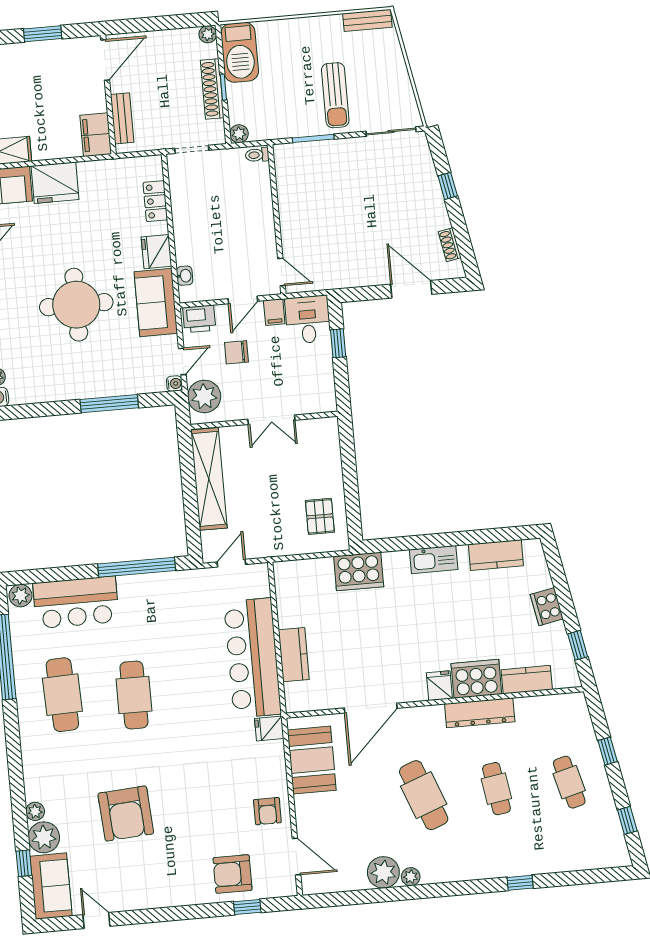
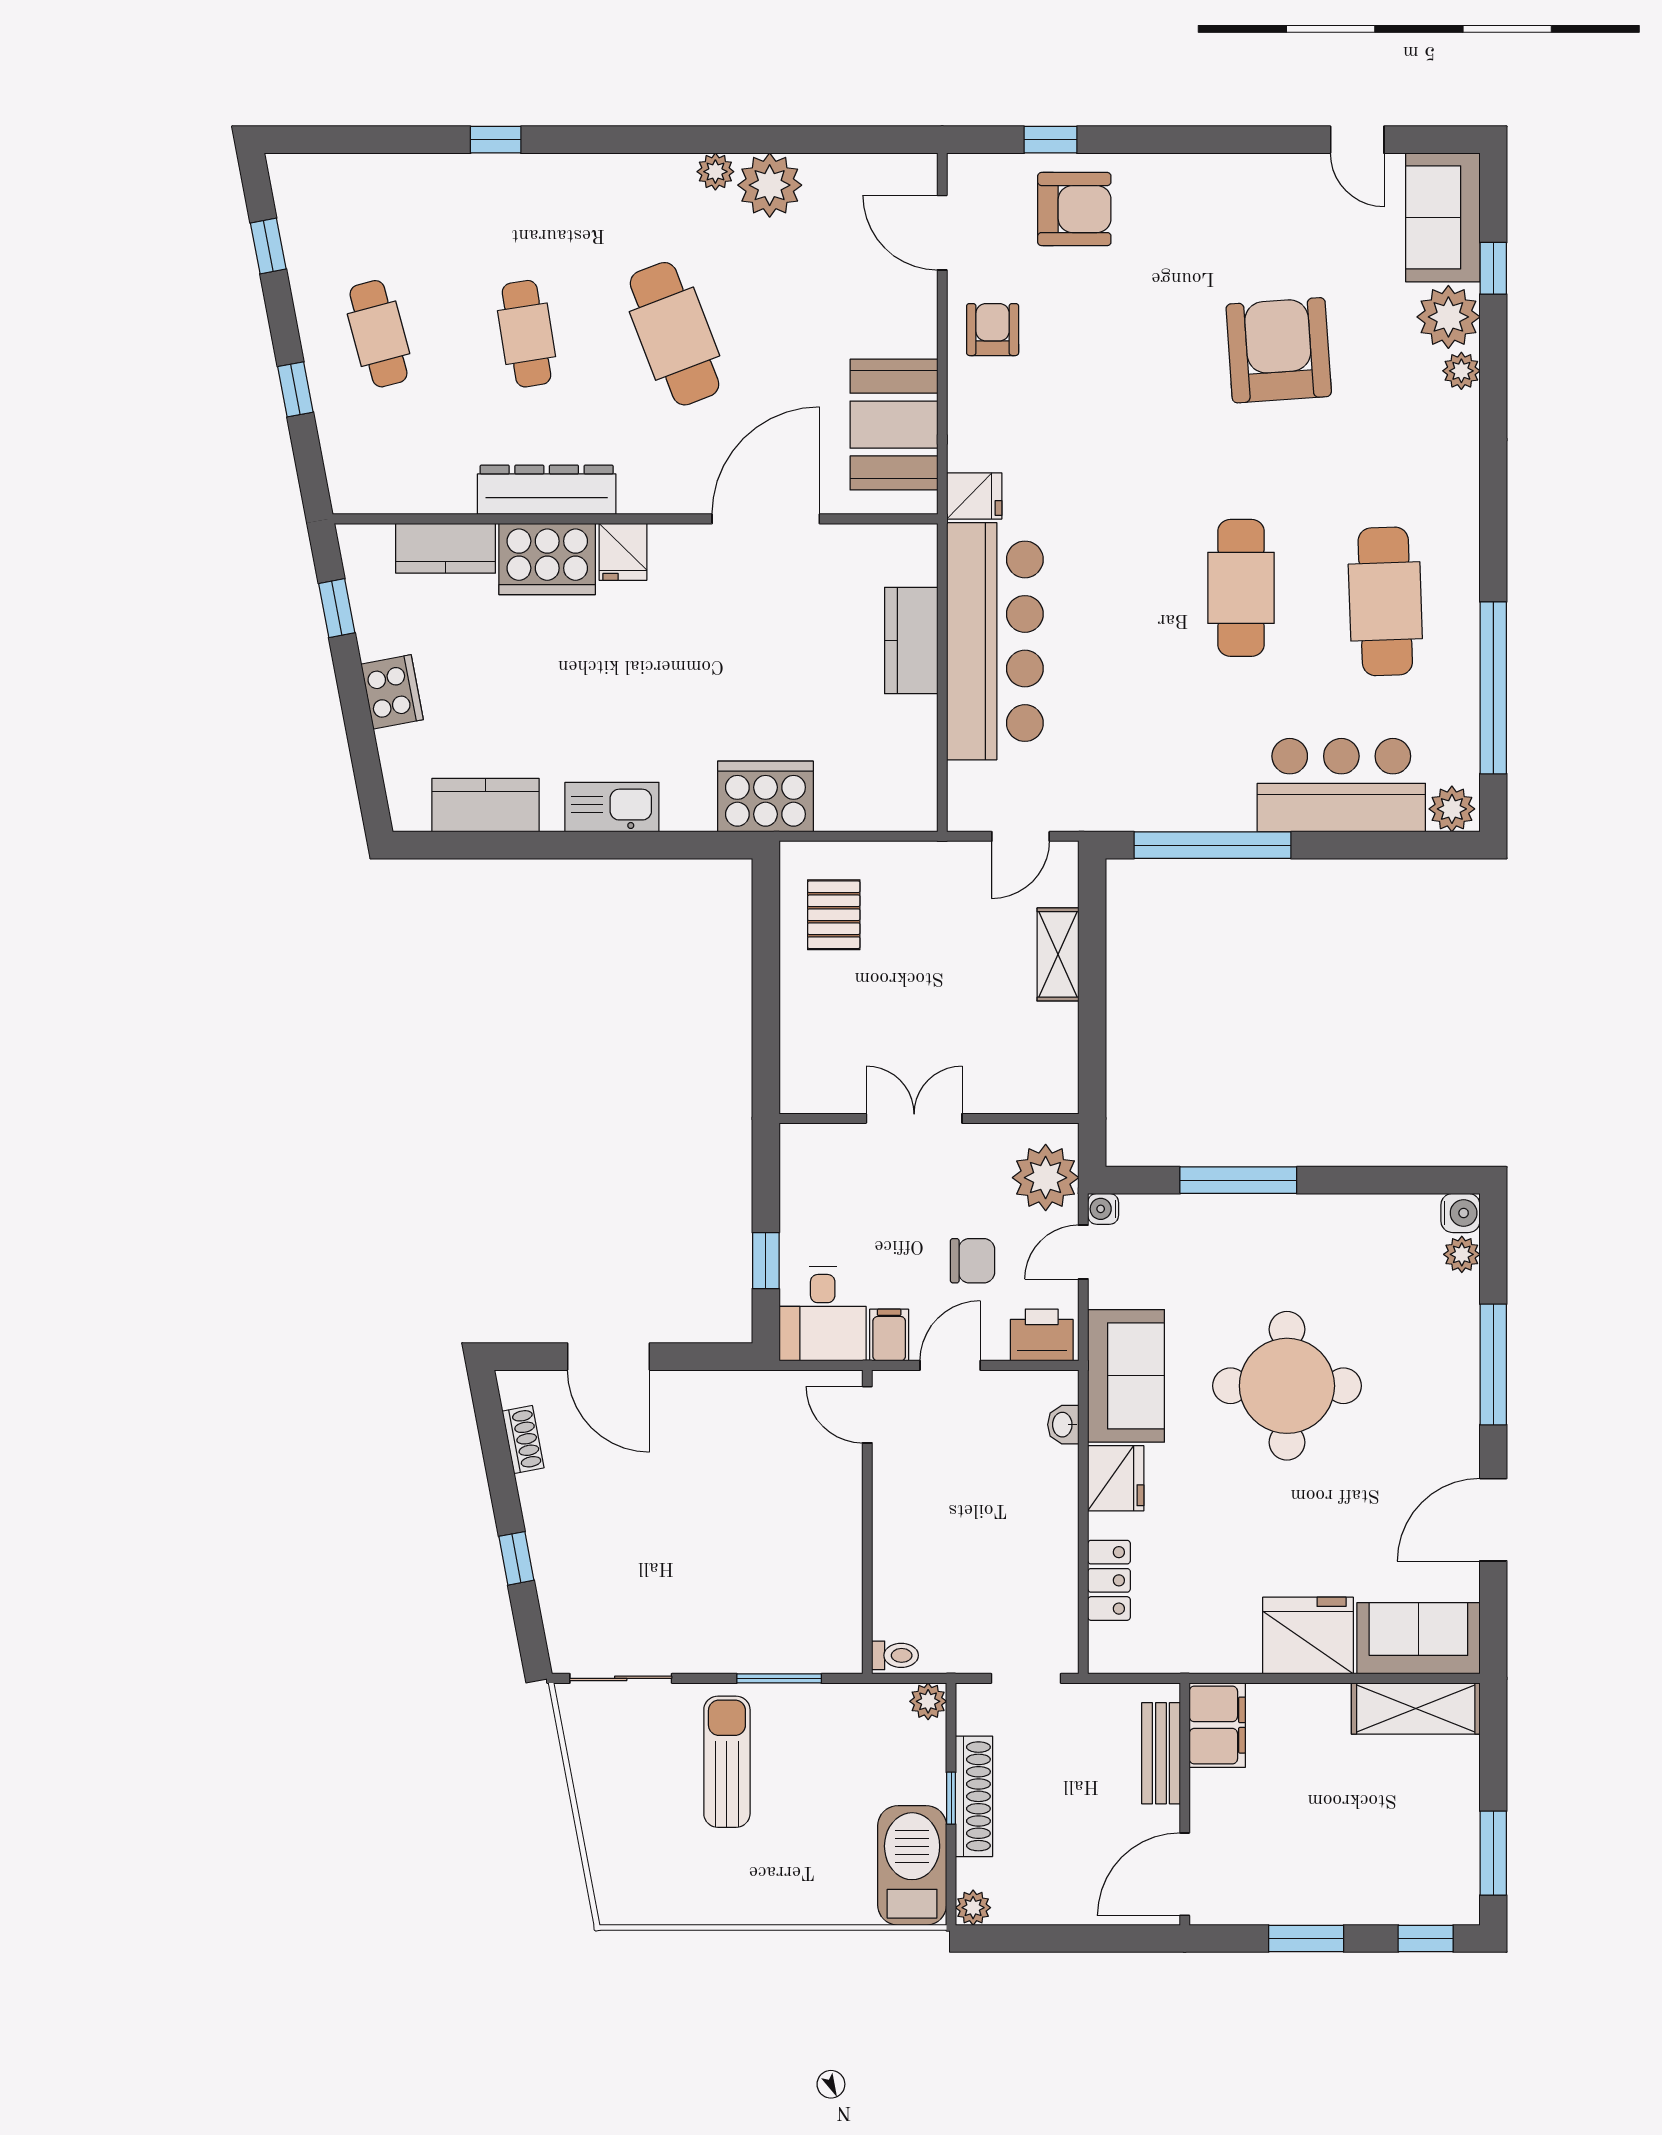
bench: (367, 20) -> (649, 1907), removed
shelving: (209, 479) -> (1058, 954), width x0.45, depth x0.75

